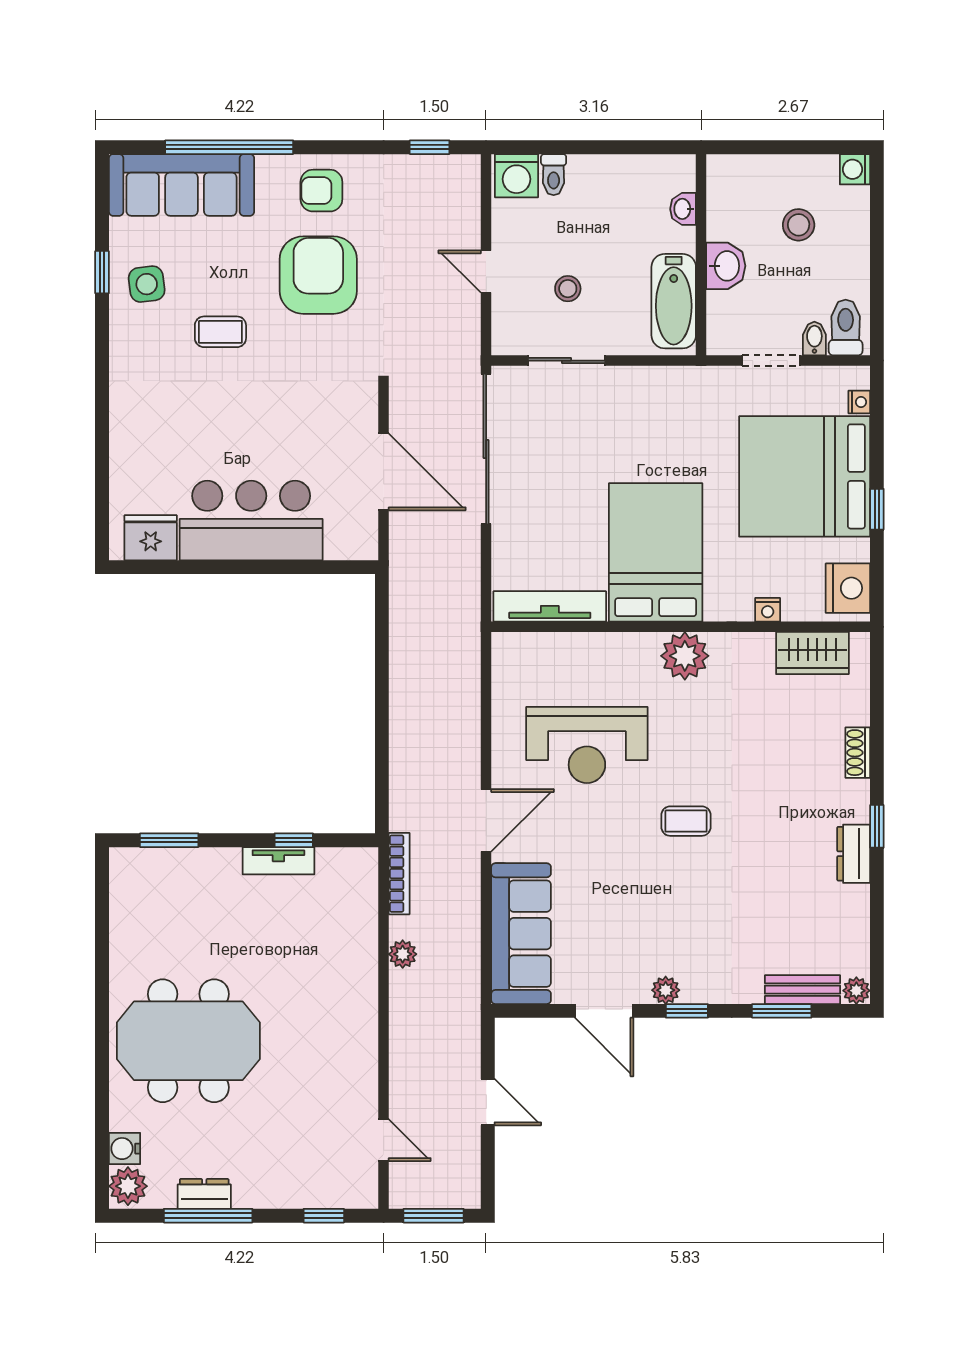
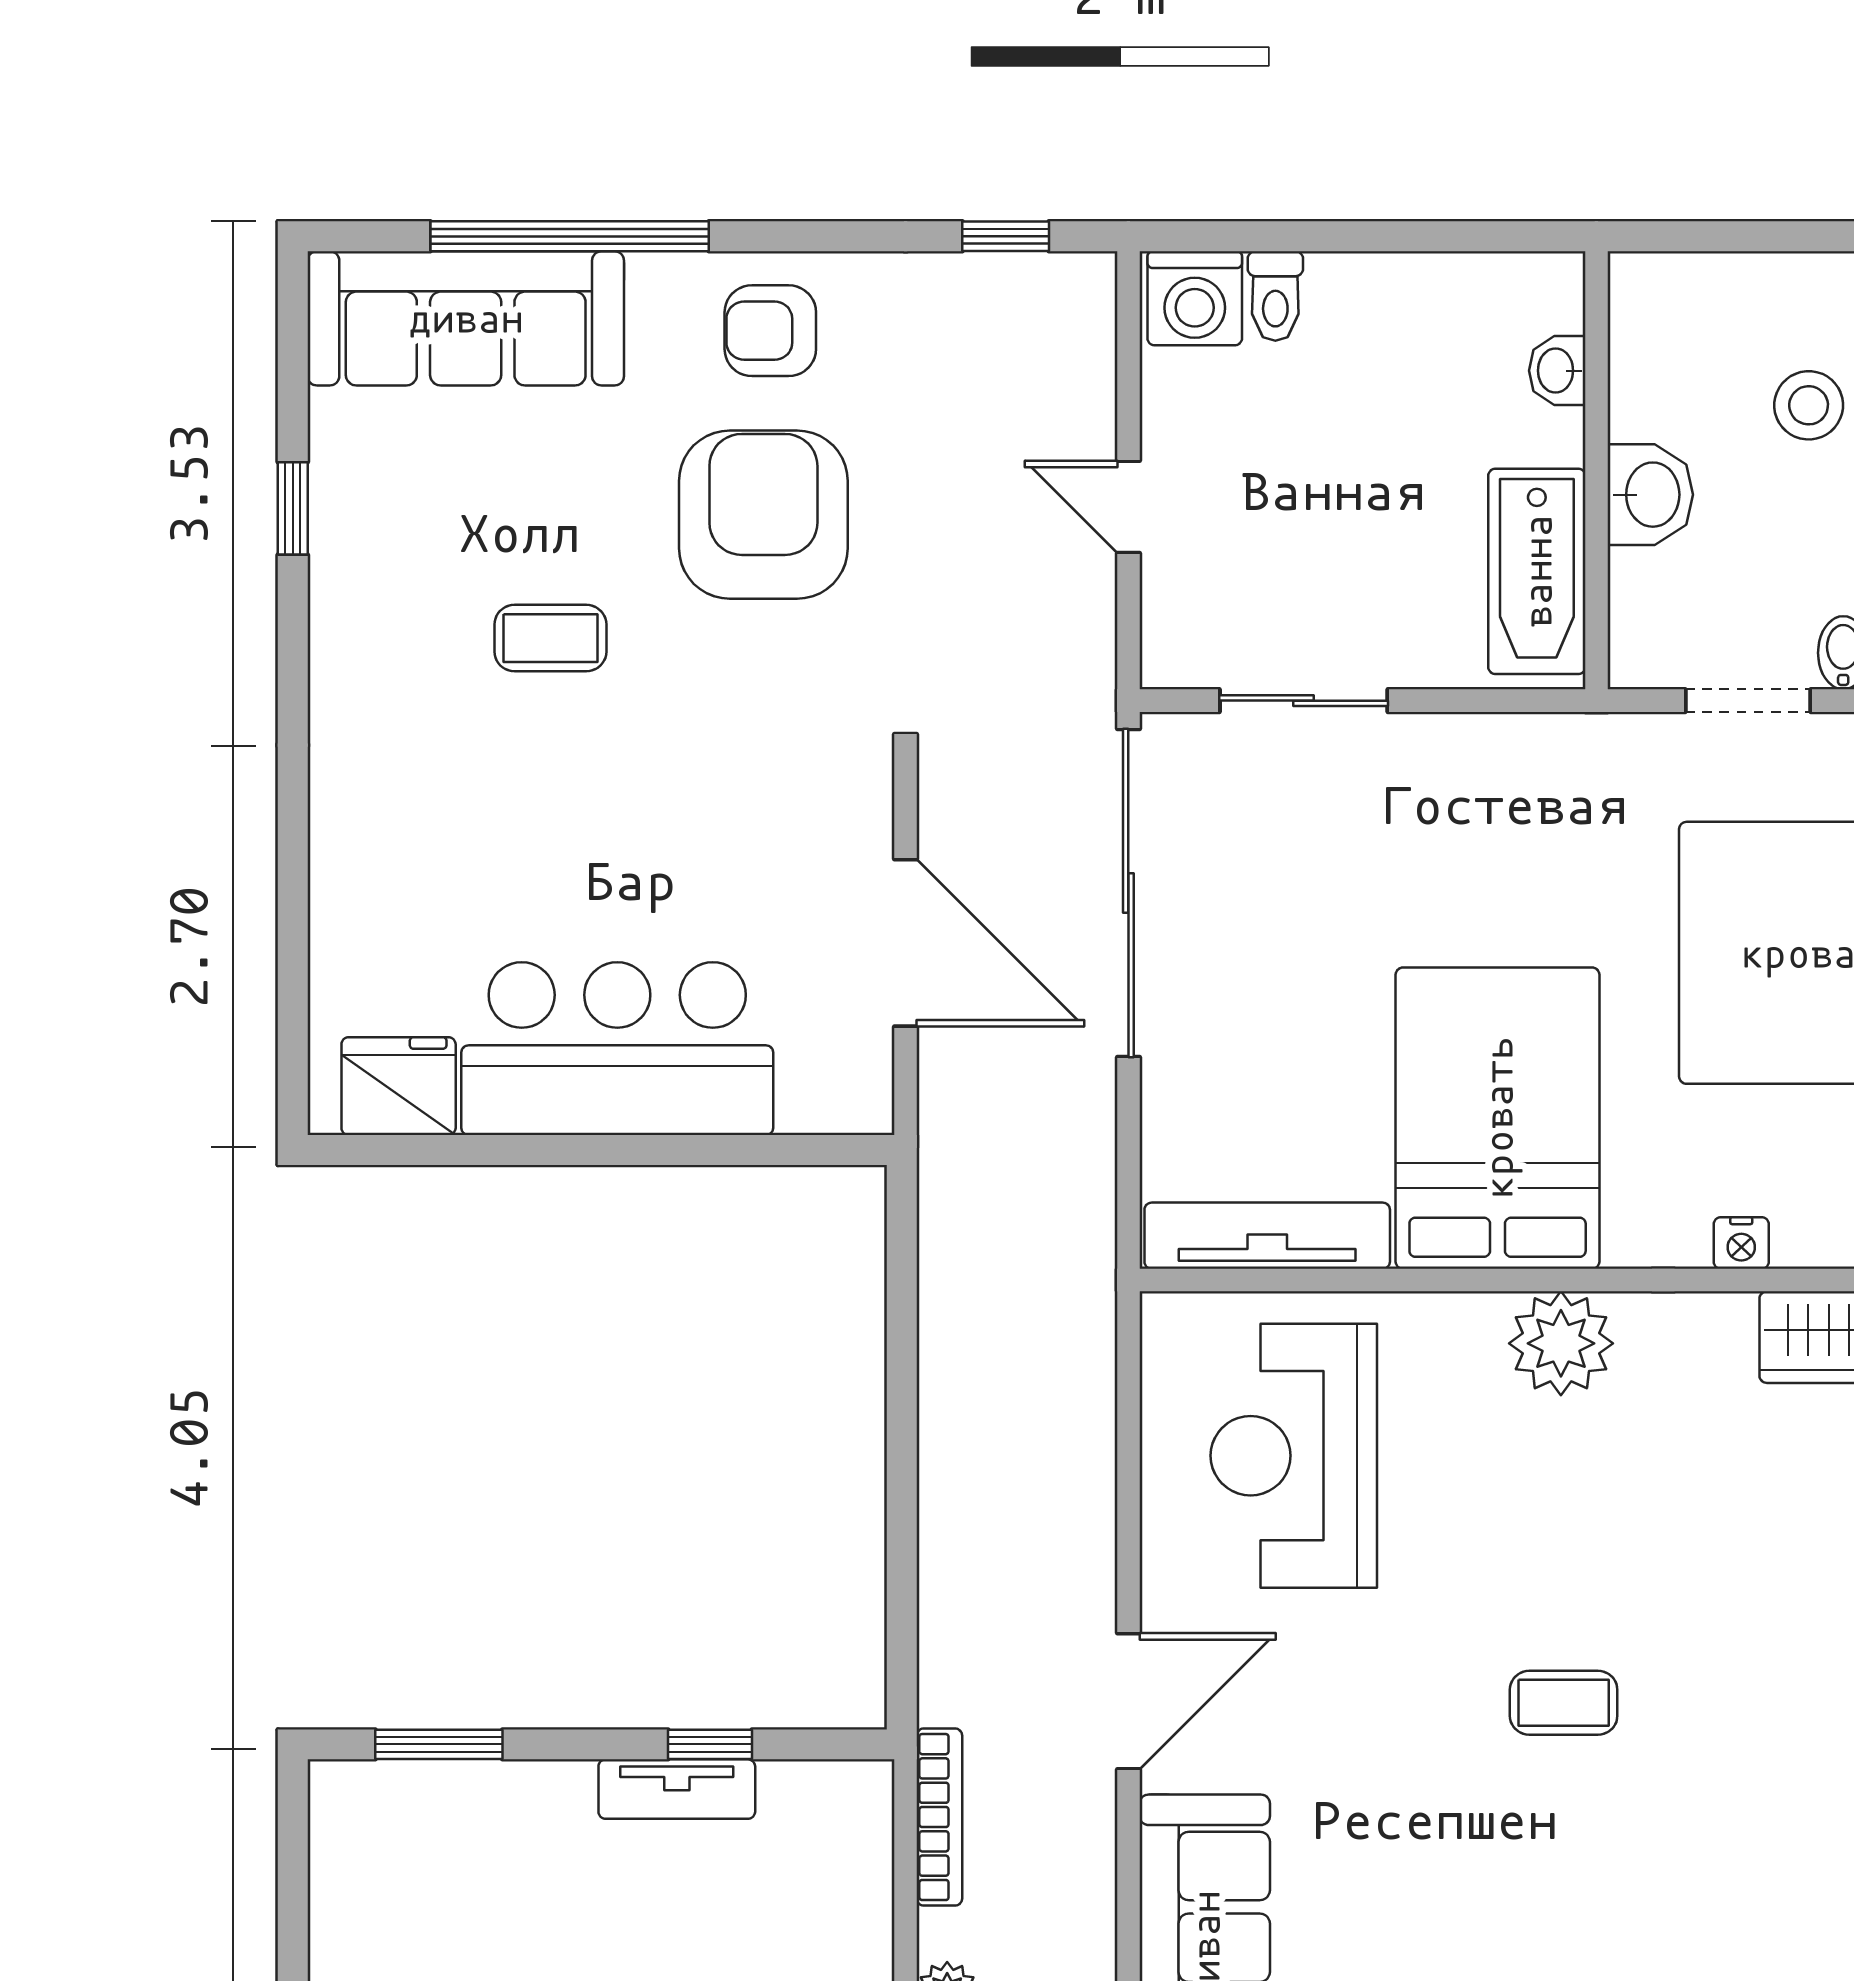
side table: (147, 284) -> (390, 534), removed
stool: (568, 289) -> (1306, 544), removed
reception desk: (587, 745) -> (1294, 1456), moved, turned 90

